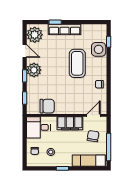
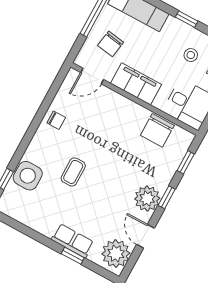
row of seats: (65, 29) -> (73, 241), width x0.68
coffee table: (77, 63) -> (73, 172), width x0.54, depth x0.58
chair: (47, 106) -> (157, 130), turned -90

